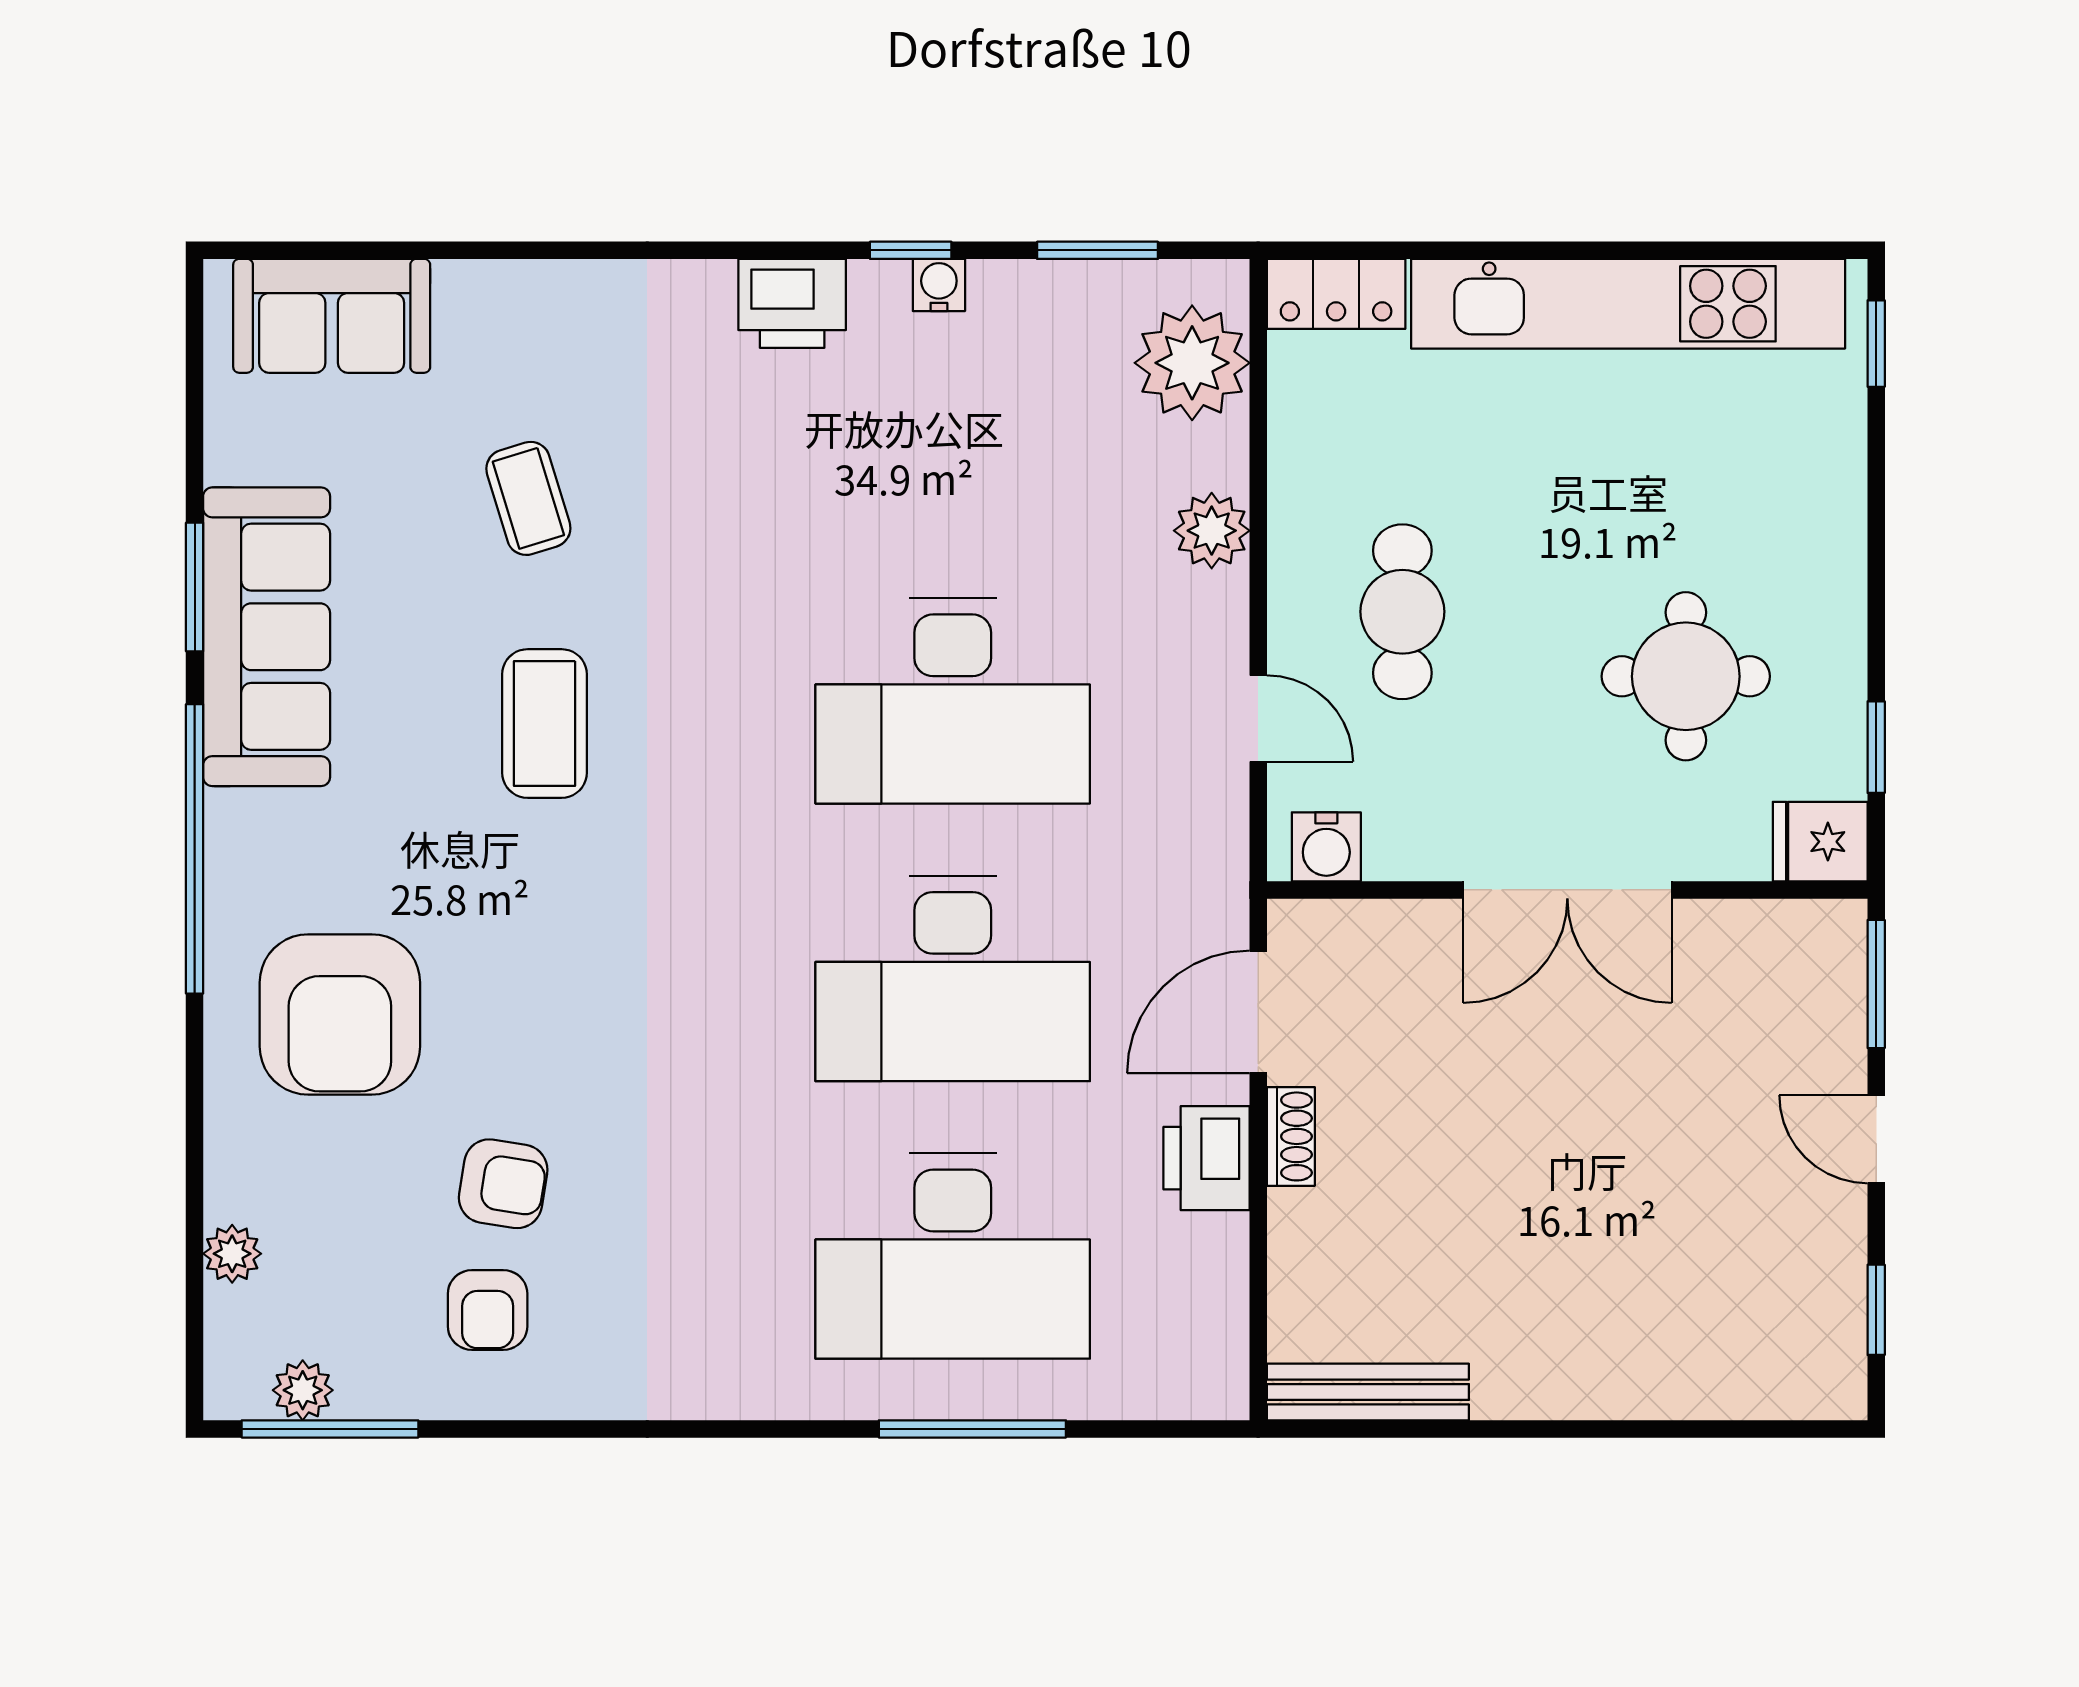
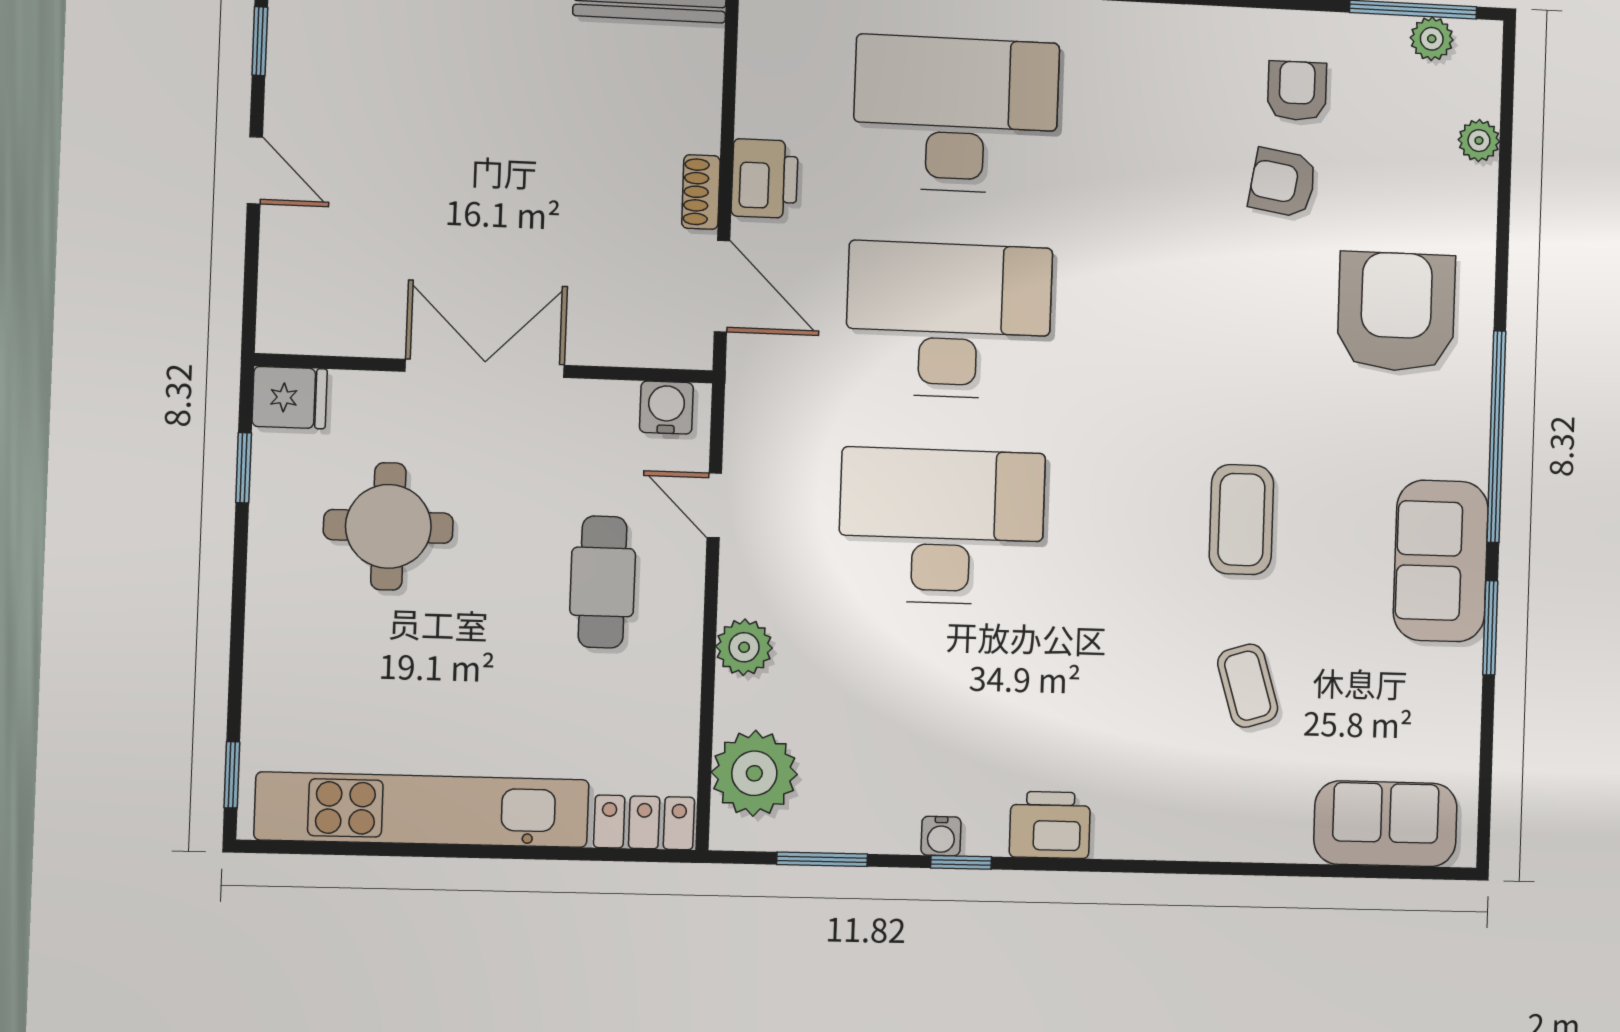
sofa: (267, 637) -> (1441, 561), width x0.73
window: (1876, 984) -> (250, 288), removed
door: (1258, 1012) -> (722, 286), hinge flipped

